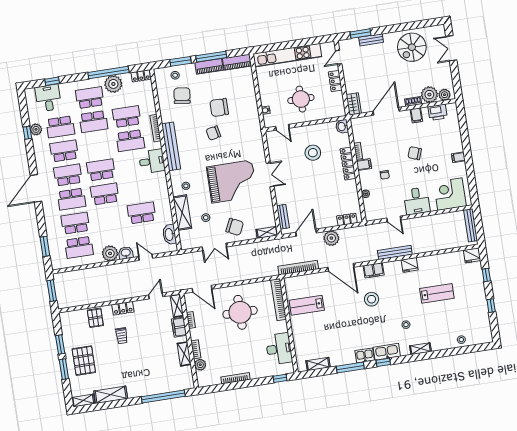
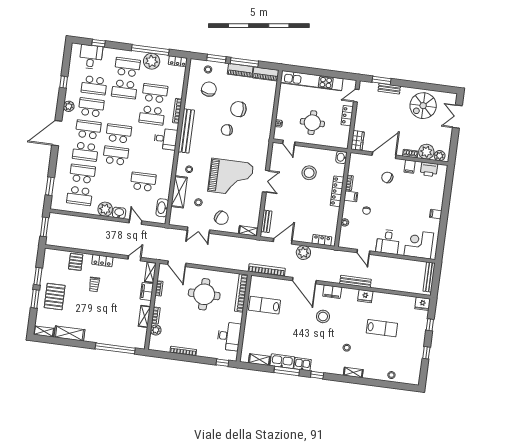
plant: (36, 129) -> (69, 106), moved
chair: (415, 153) -> (387, 177), moved
kitchen sink: (387, 352) -> (282, 361), moved

